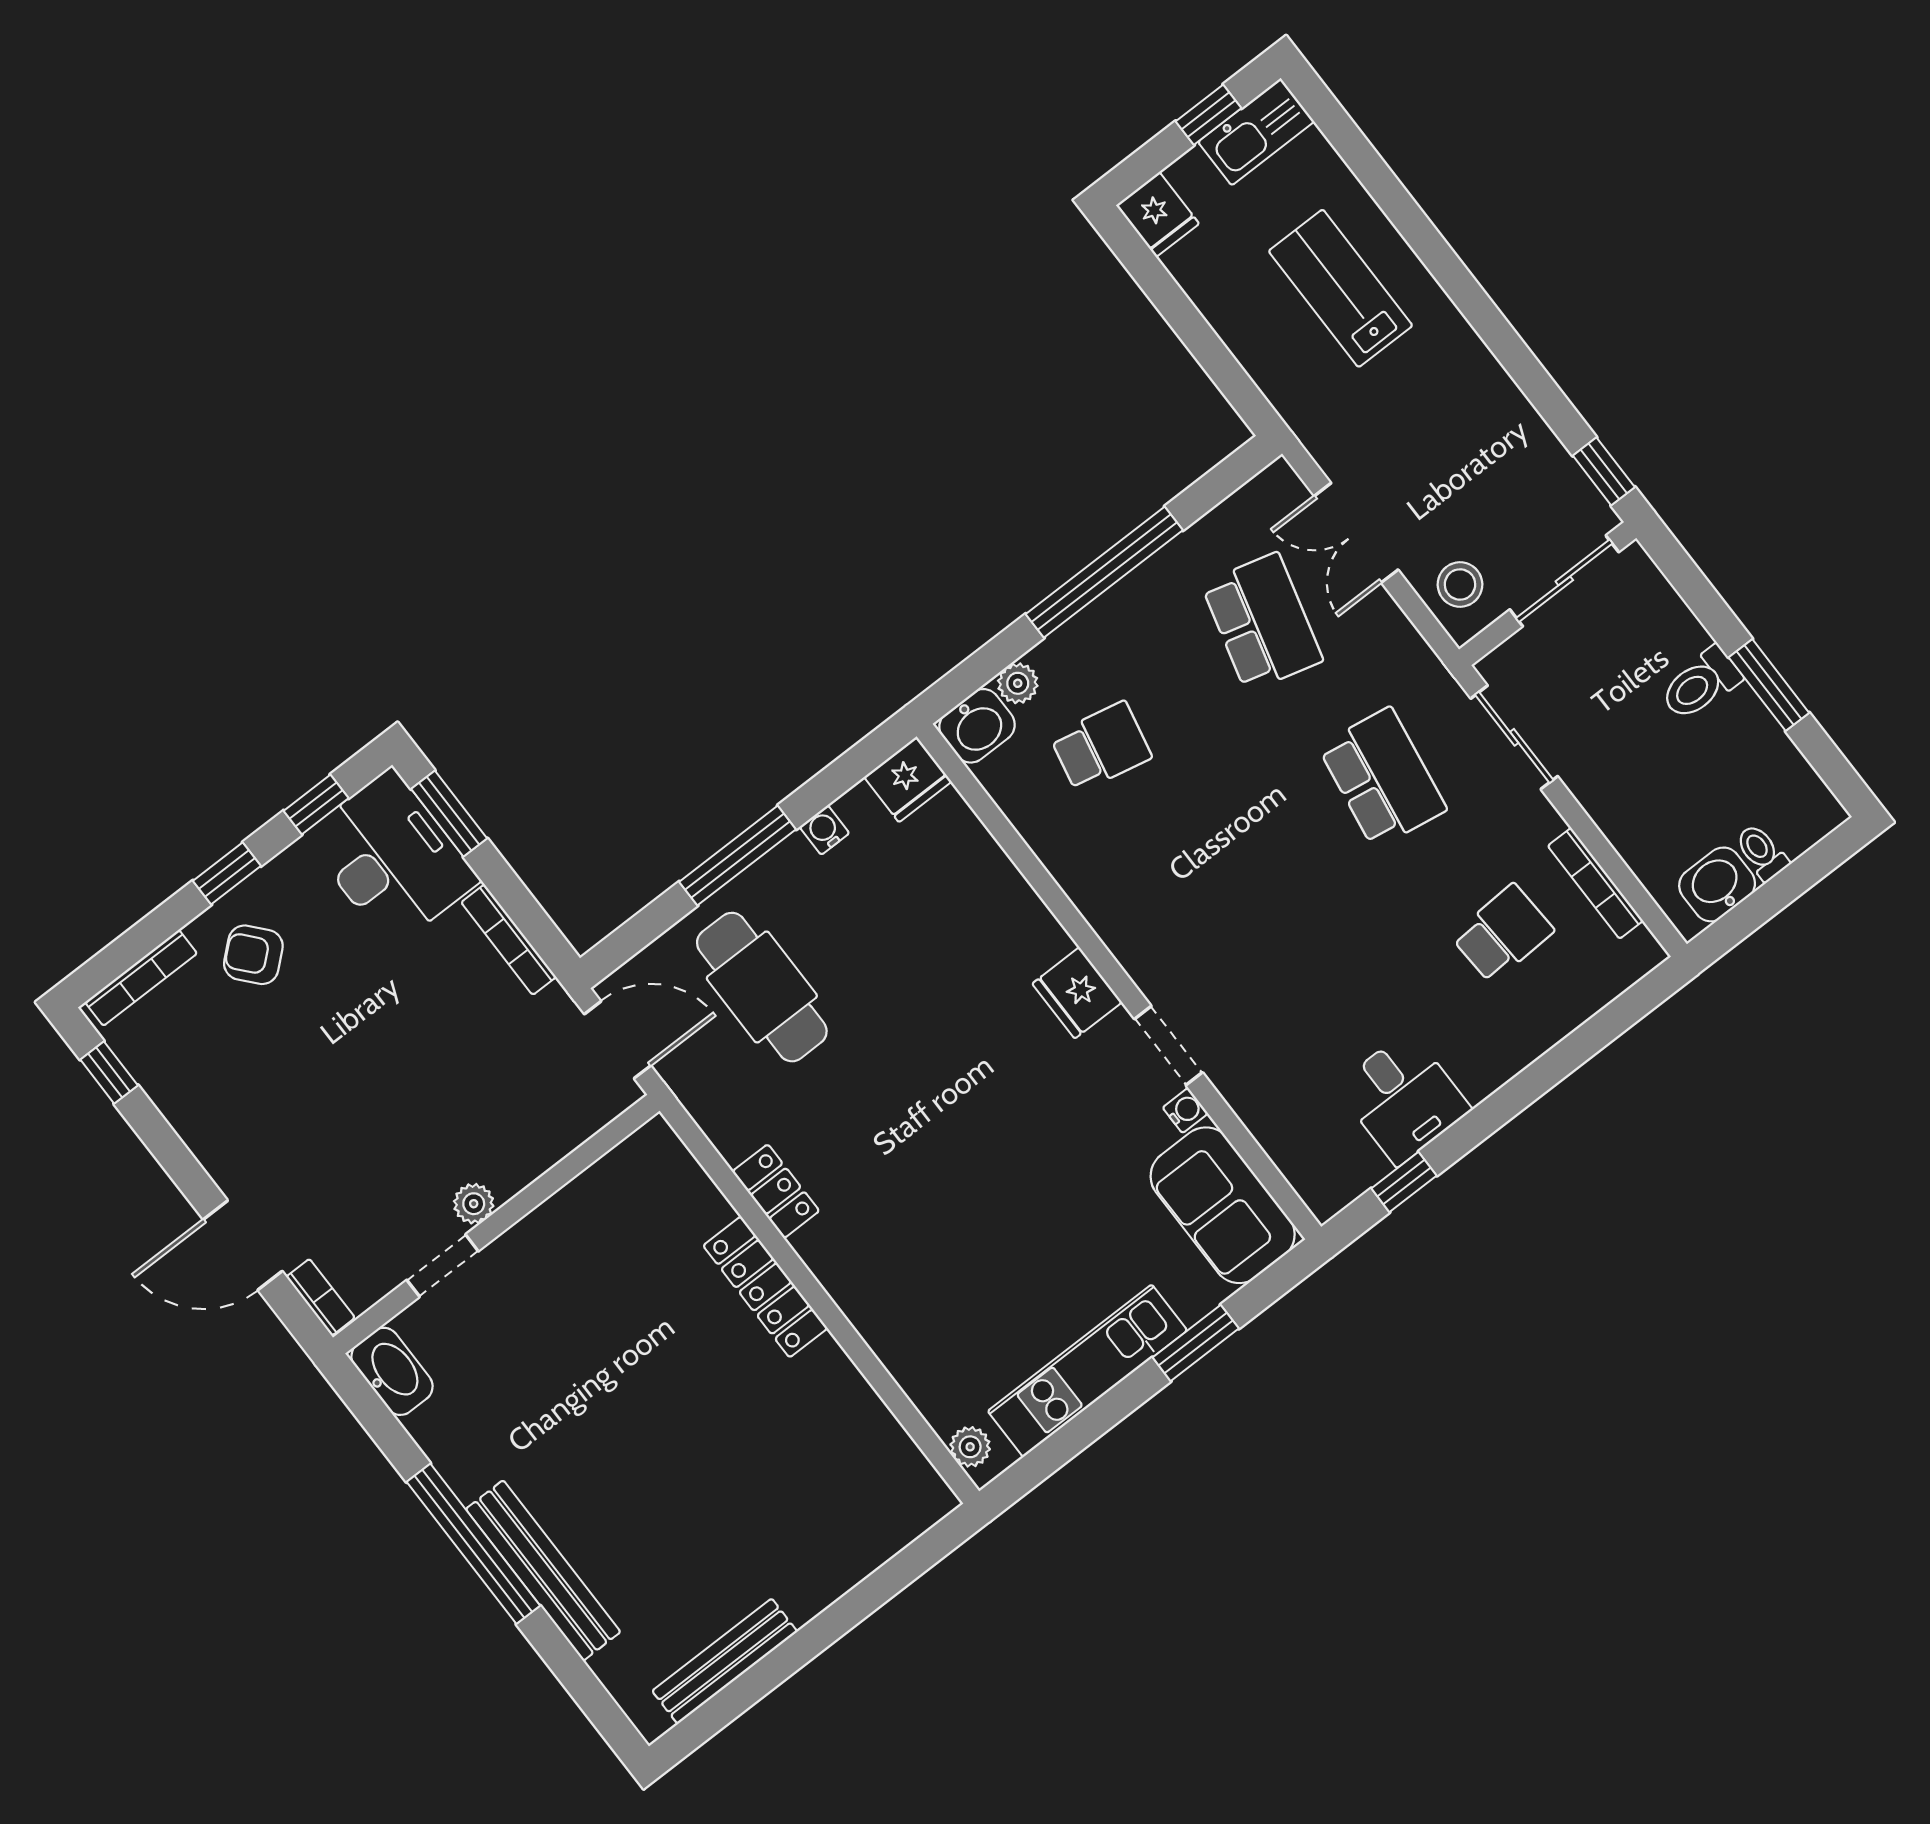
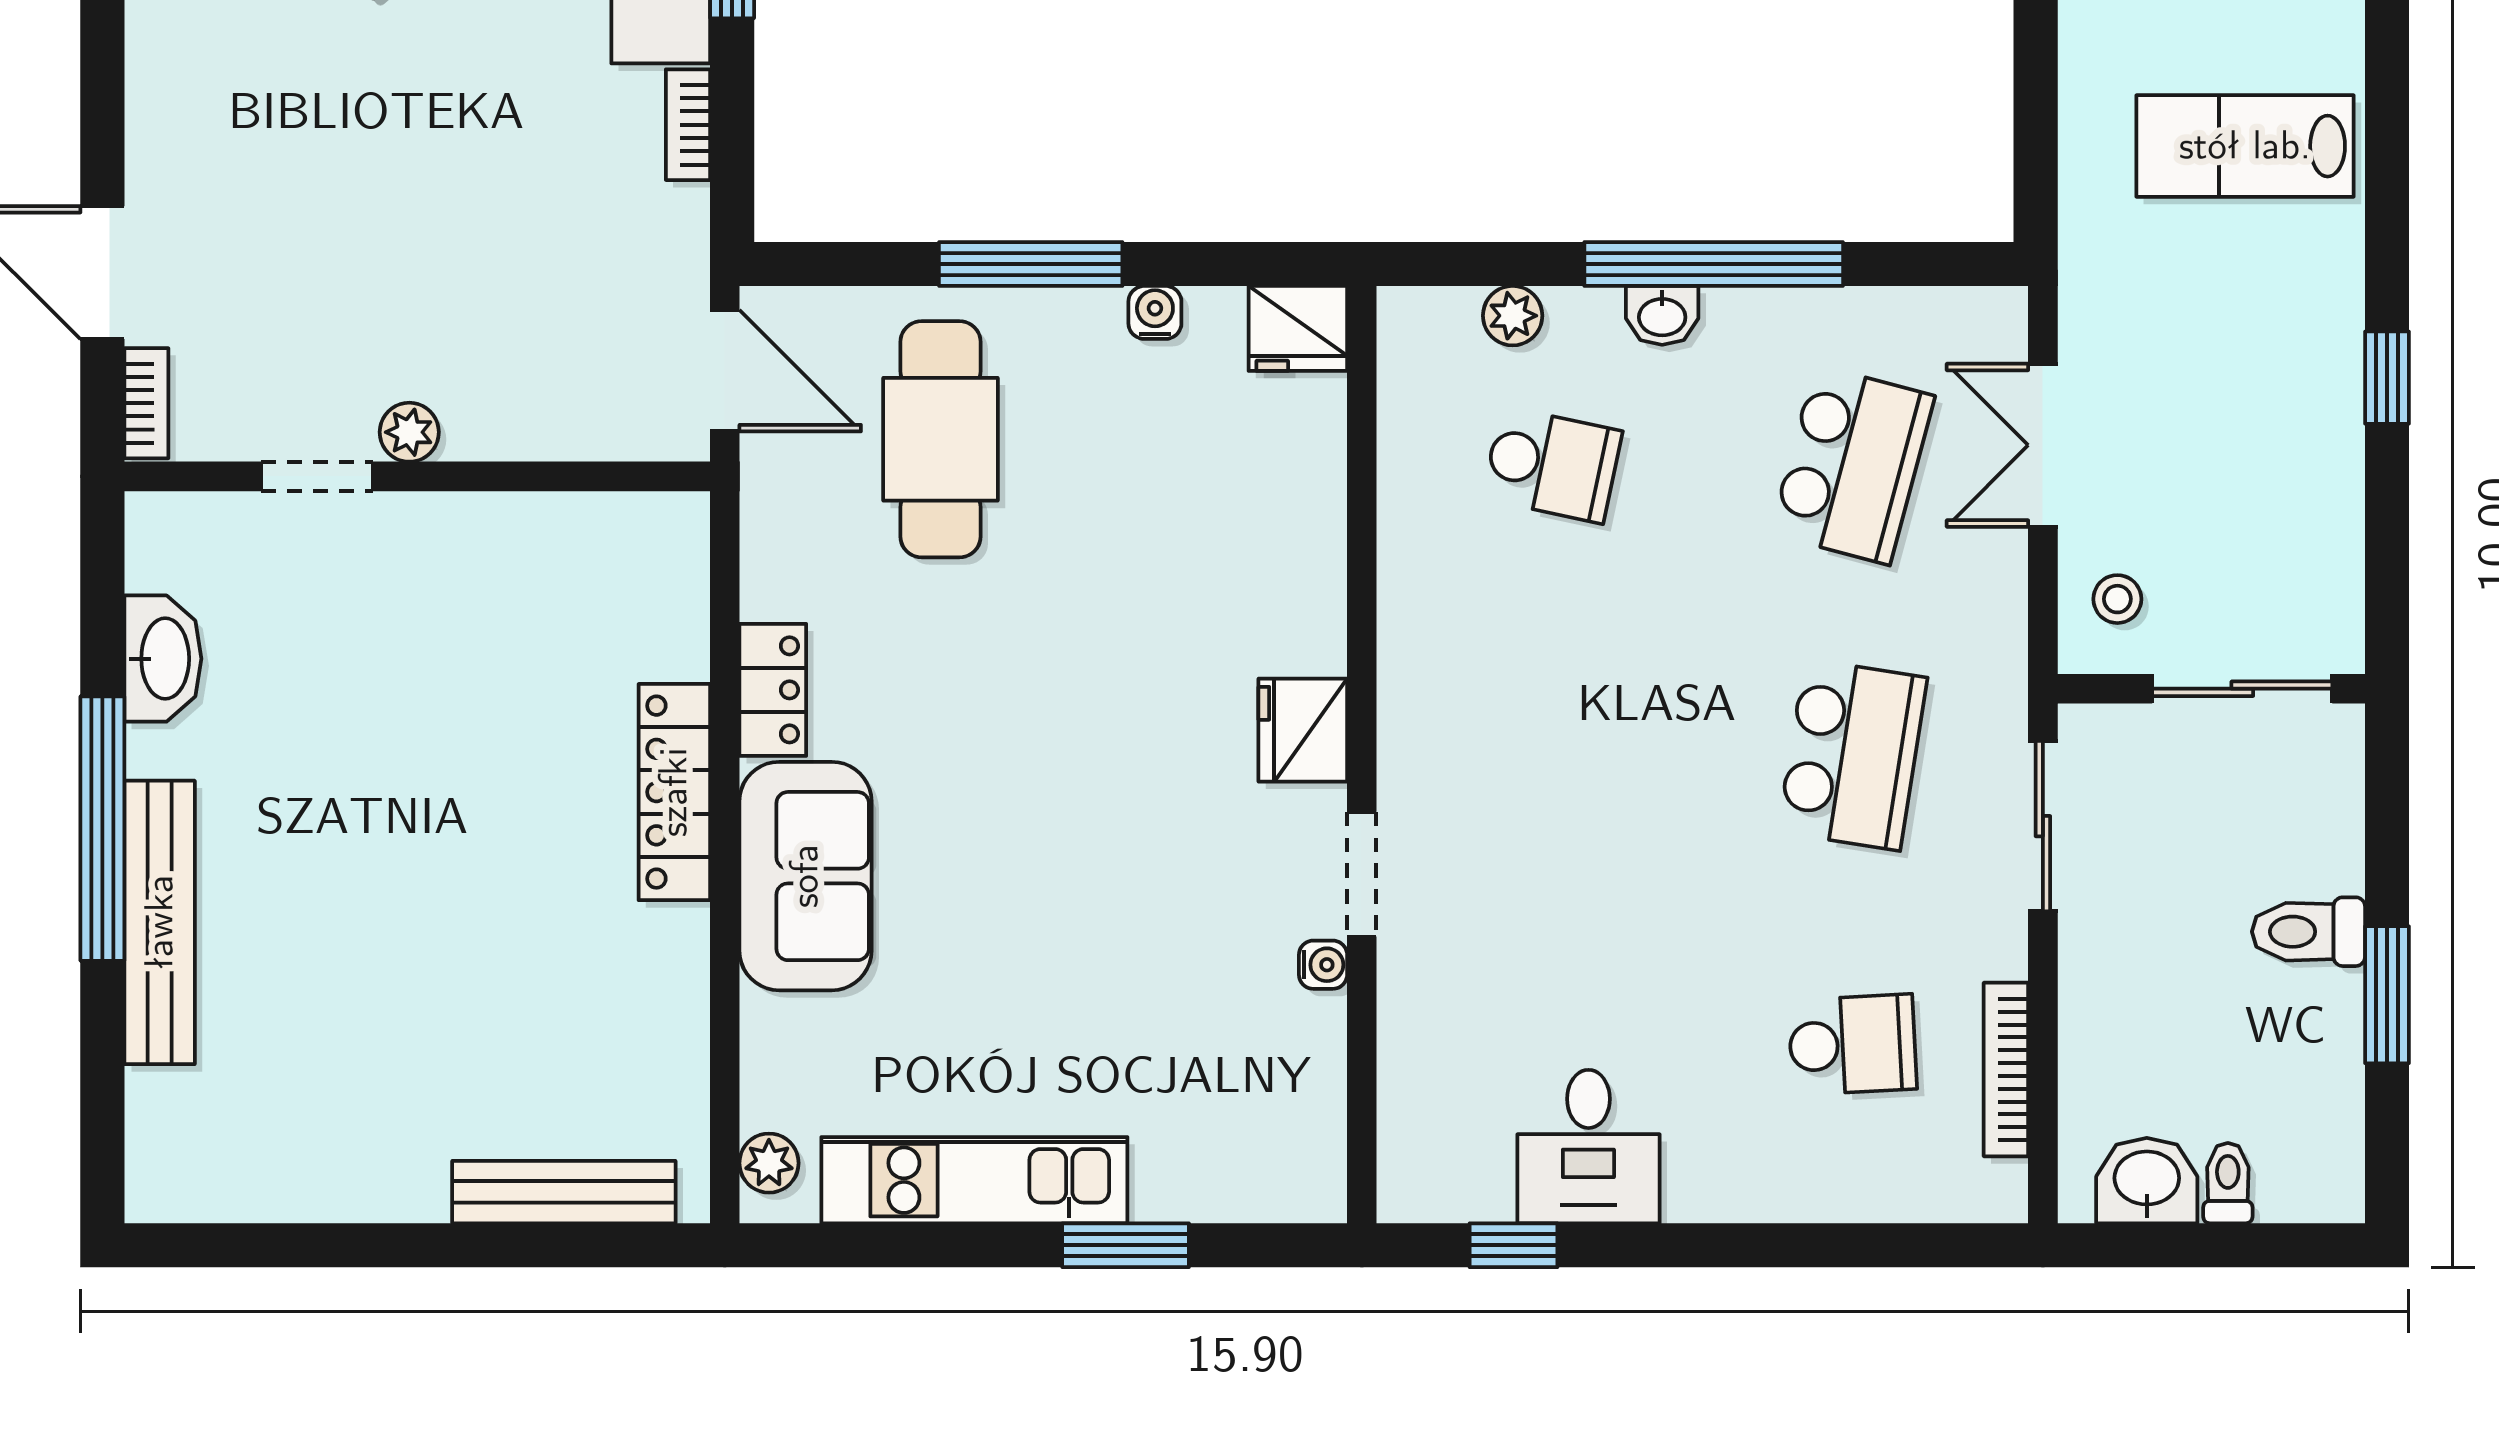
lab bench: (1341, 288) -> (2245, 146), turned -90
window: (1604, 471) -> (2387, 378), moved
stool: (1460, 584) -> (2117, 599), width x0.73, depth x0.73
washbasin: (977, 726) -> (1662, 315), moved, width x0.72, depth x0.69
bookcase: (509, 940) -> (688, 125), width x0.64
sofa: (1223, 1205) -> (805, 876), moved, turned 180
washbasin: (392, 1371) -> (163, 659), moved
bench: (725, 1661) -> (564, 1192), moved

